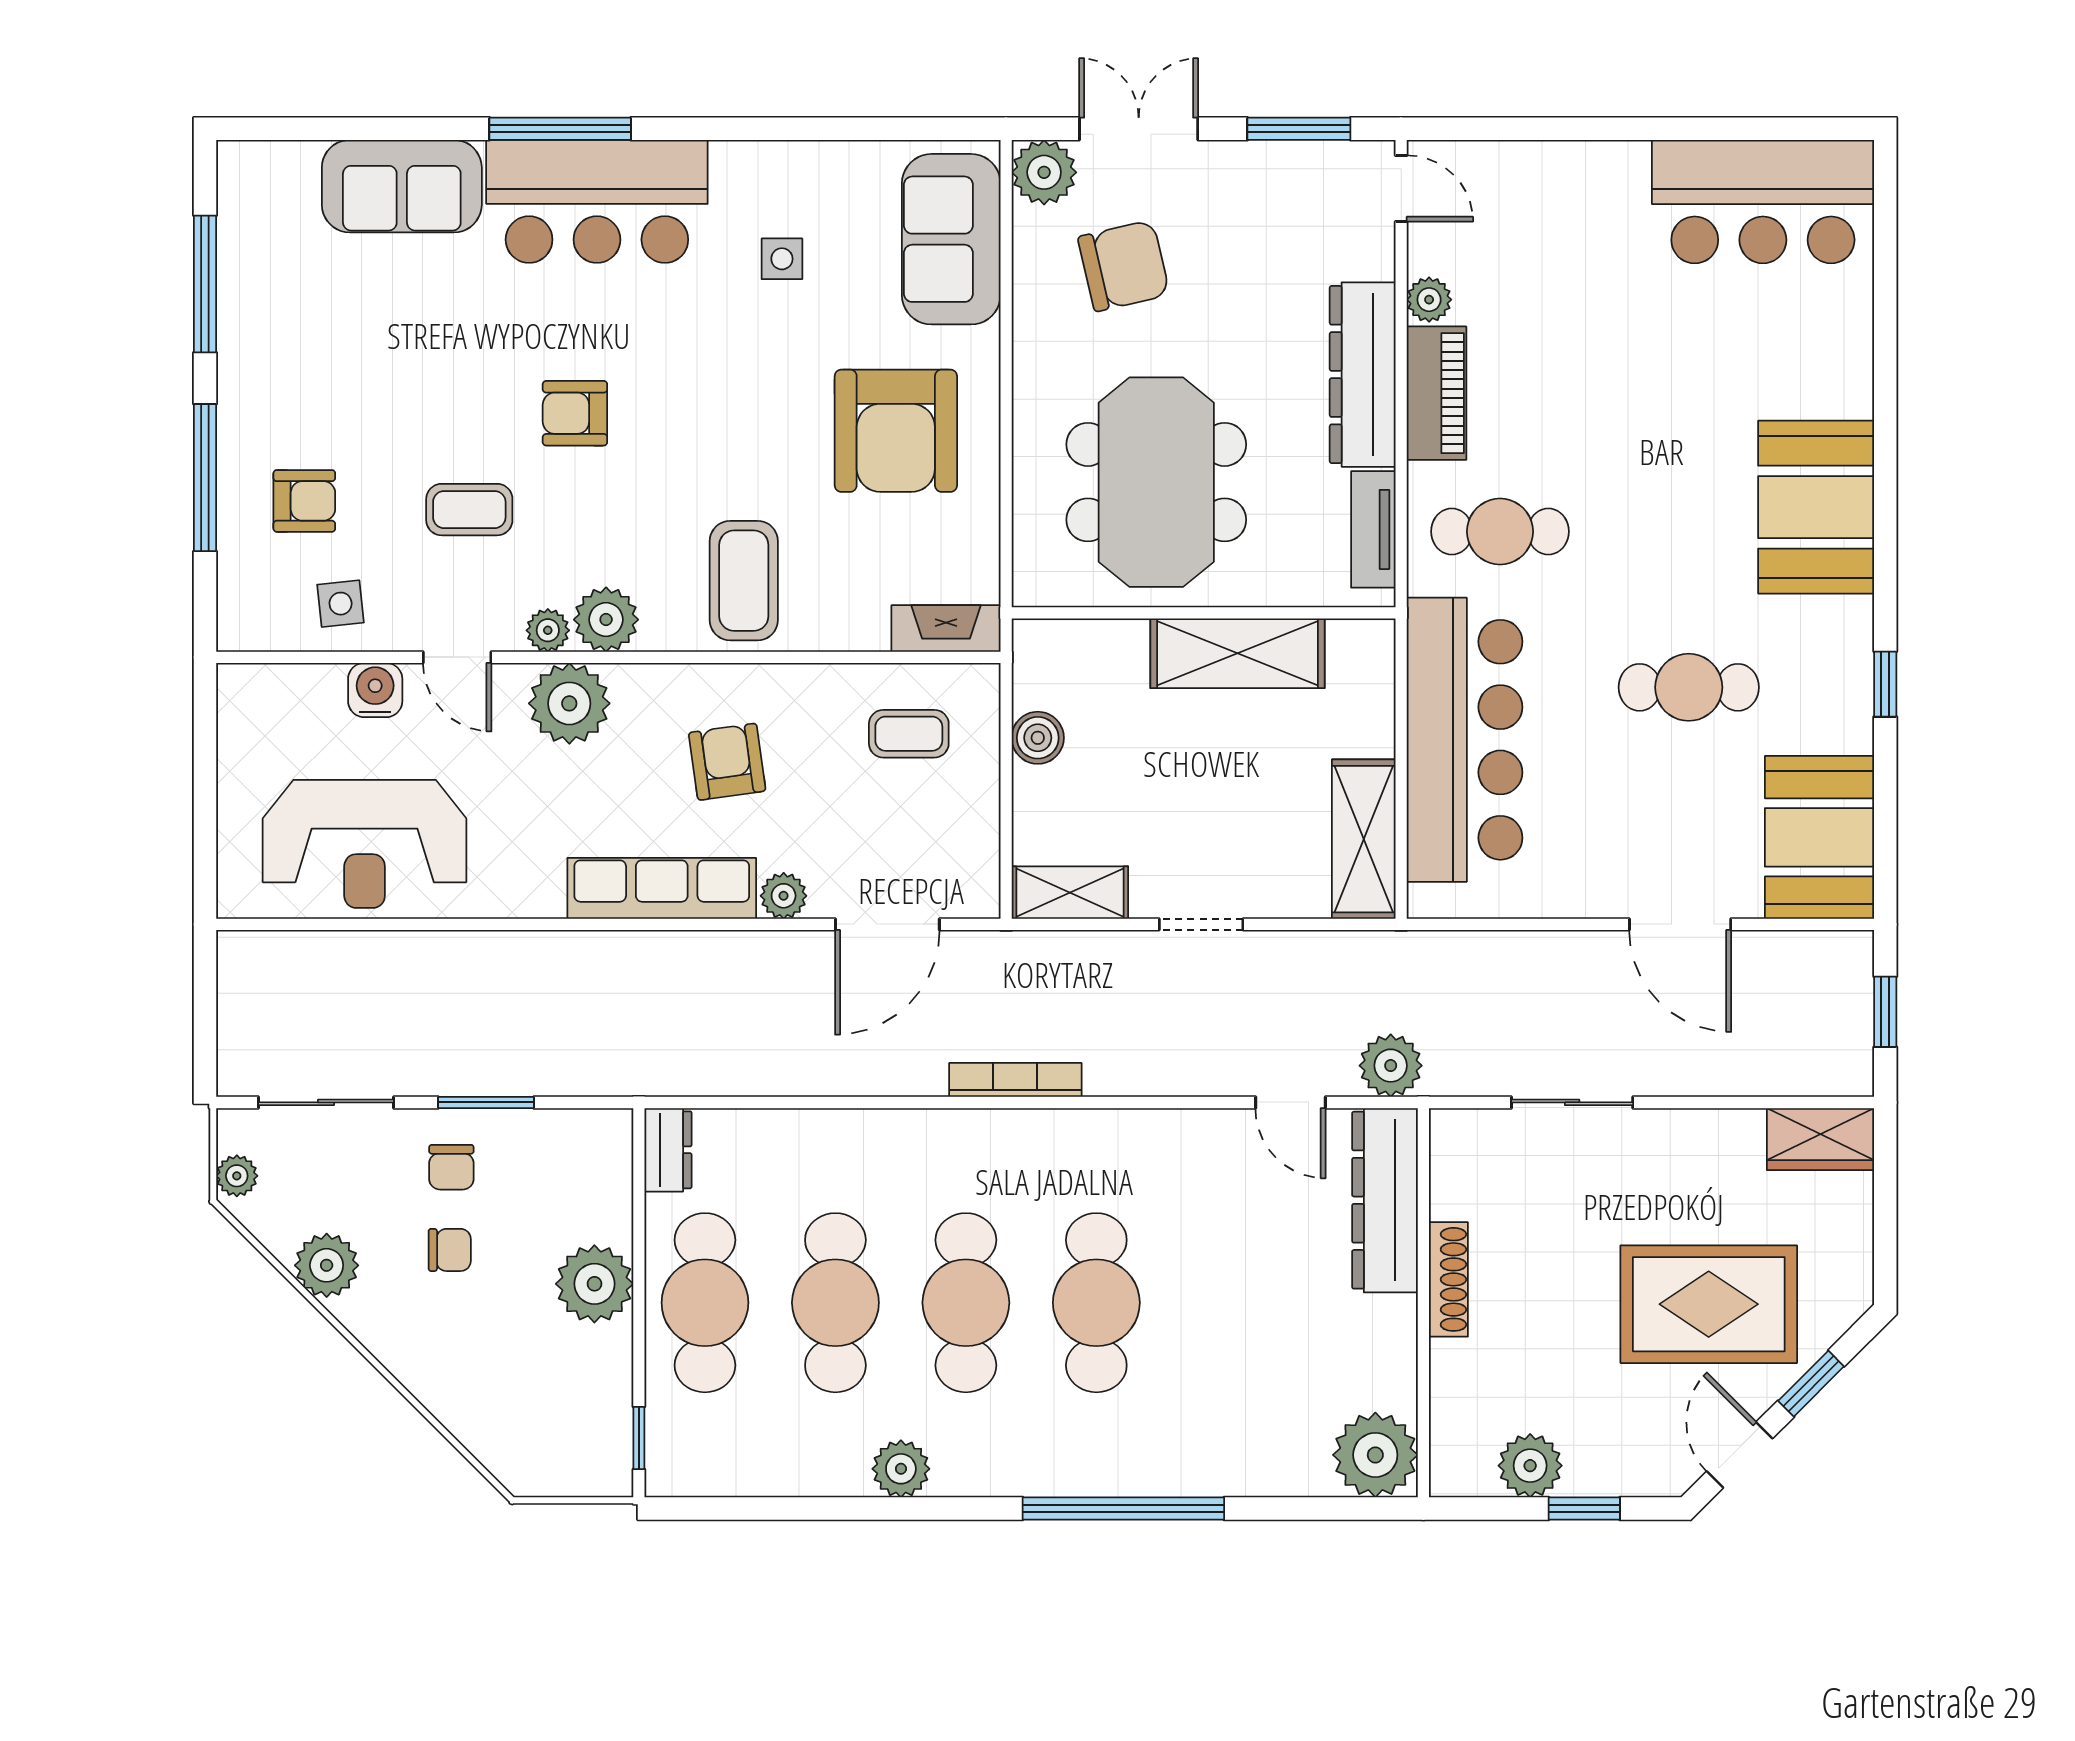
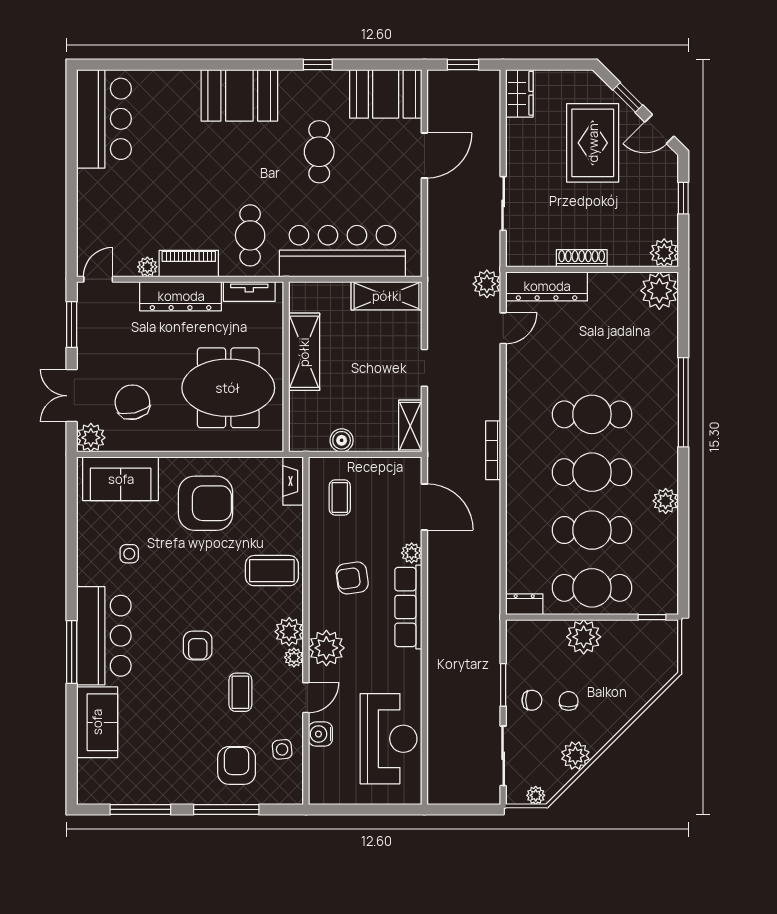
armchair: (304, 501) -> (237, 765), width x1.38, depth x1.38
plant: (1530, 1466) -> (664, 253), moved

